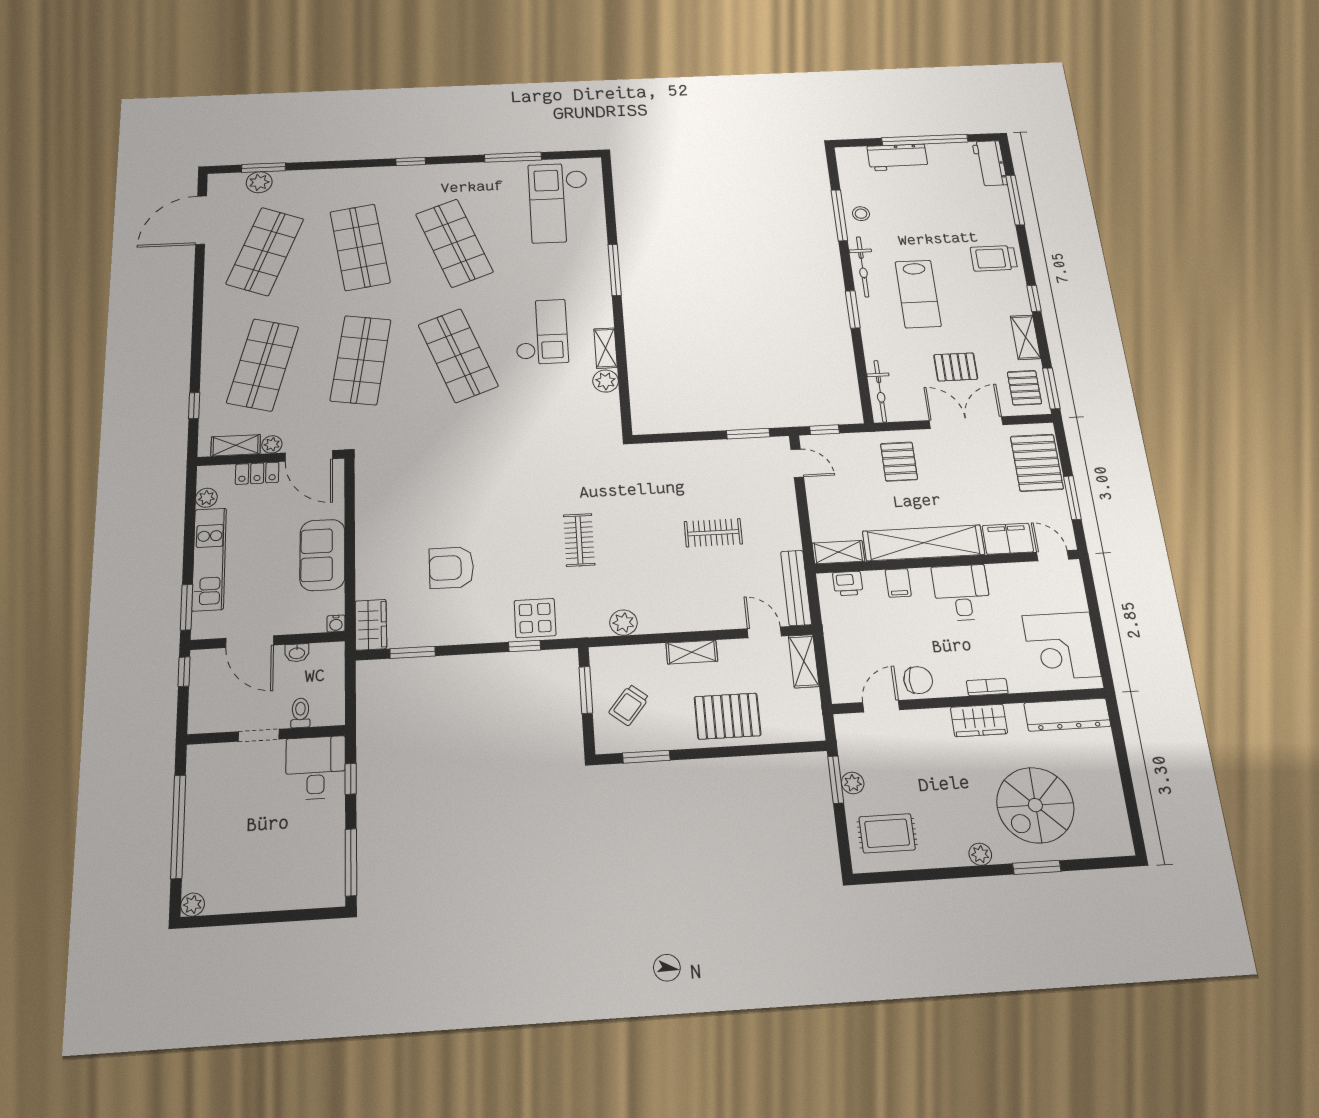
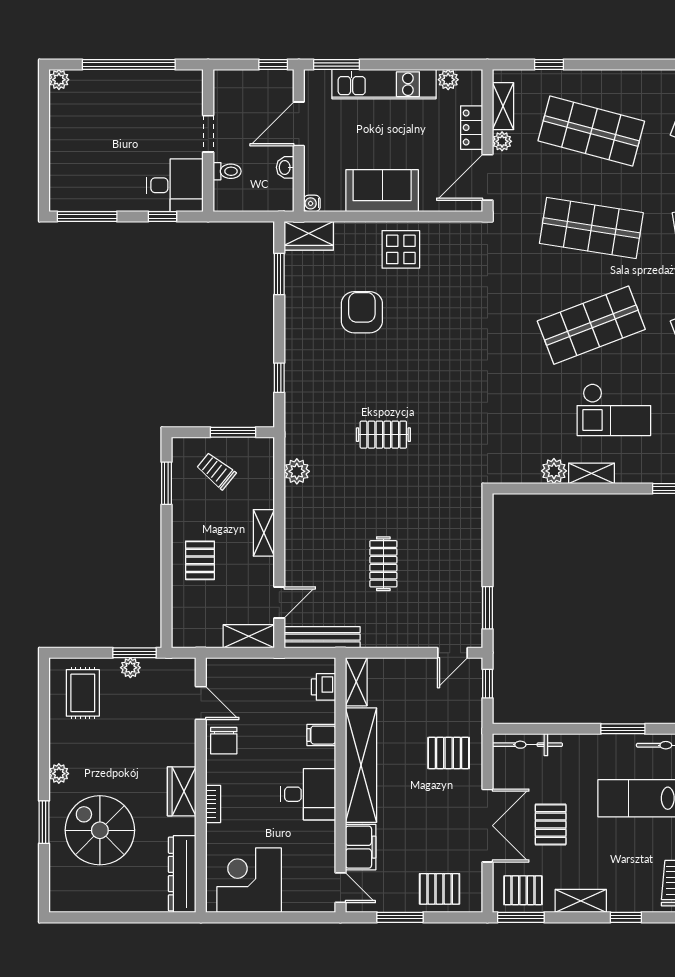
pallet: (1037, 463) -> (440, 889), width x0.67, depth x0.71
door: (1053, 556) -> (340, 888), hinge flipped
display table: (535, 618) -> (401, 249), moved
pallet: (728, 716) -> (200, 560), width x0.67, depth x0.71

